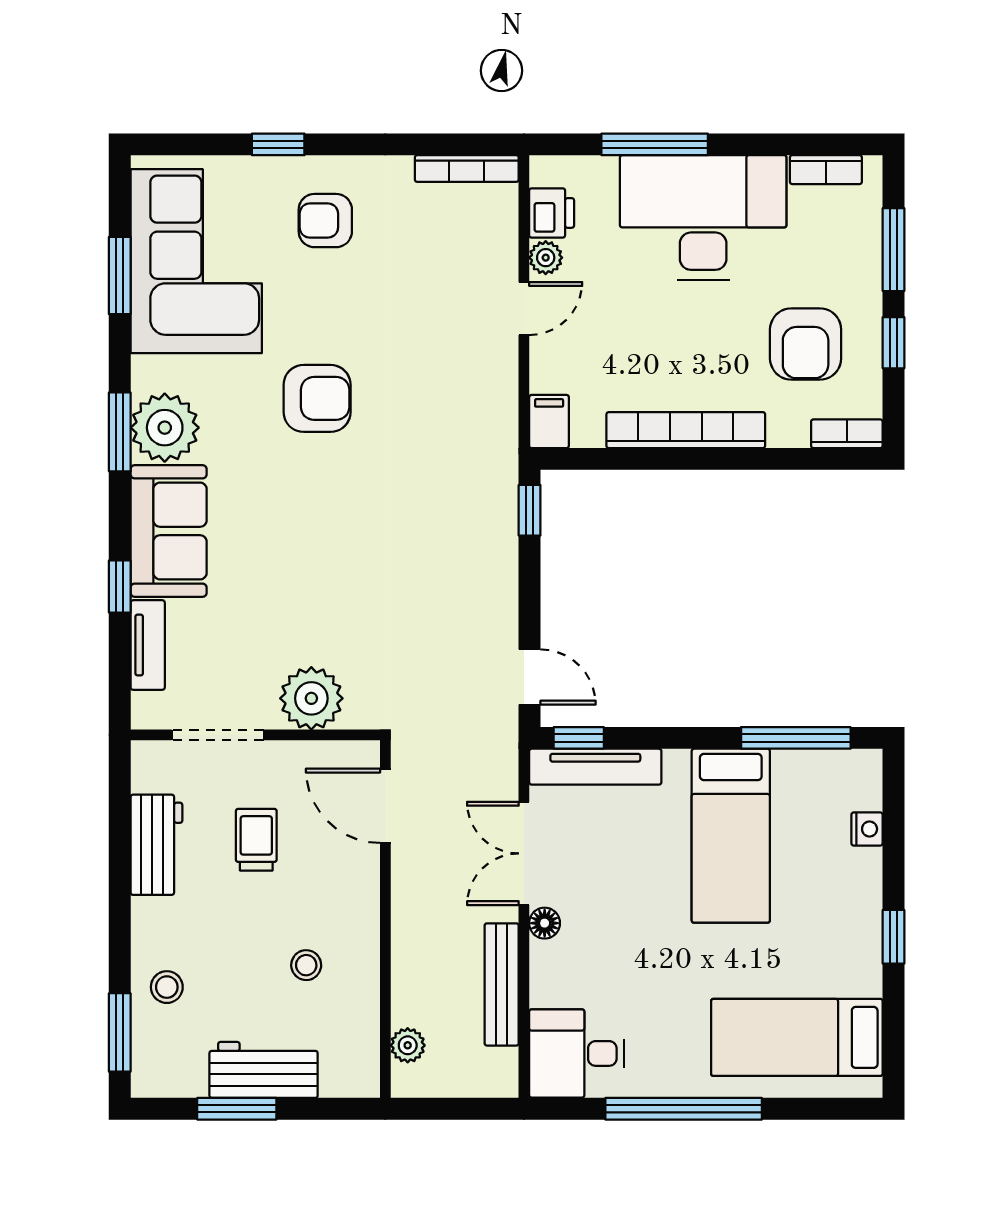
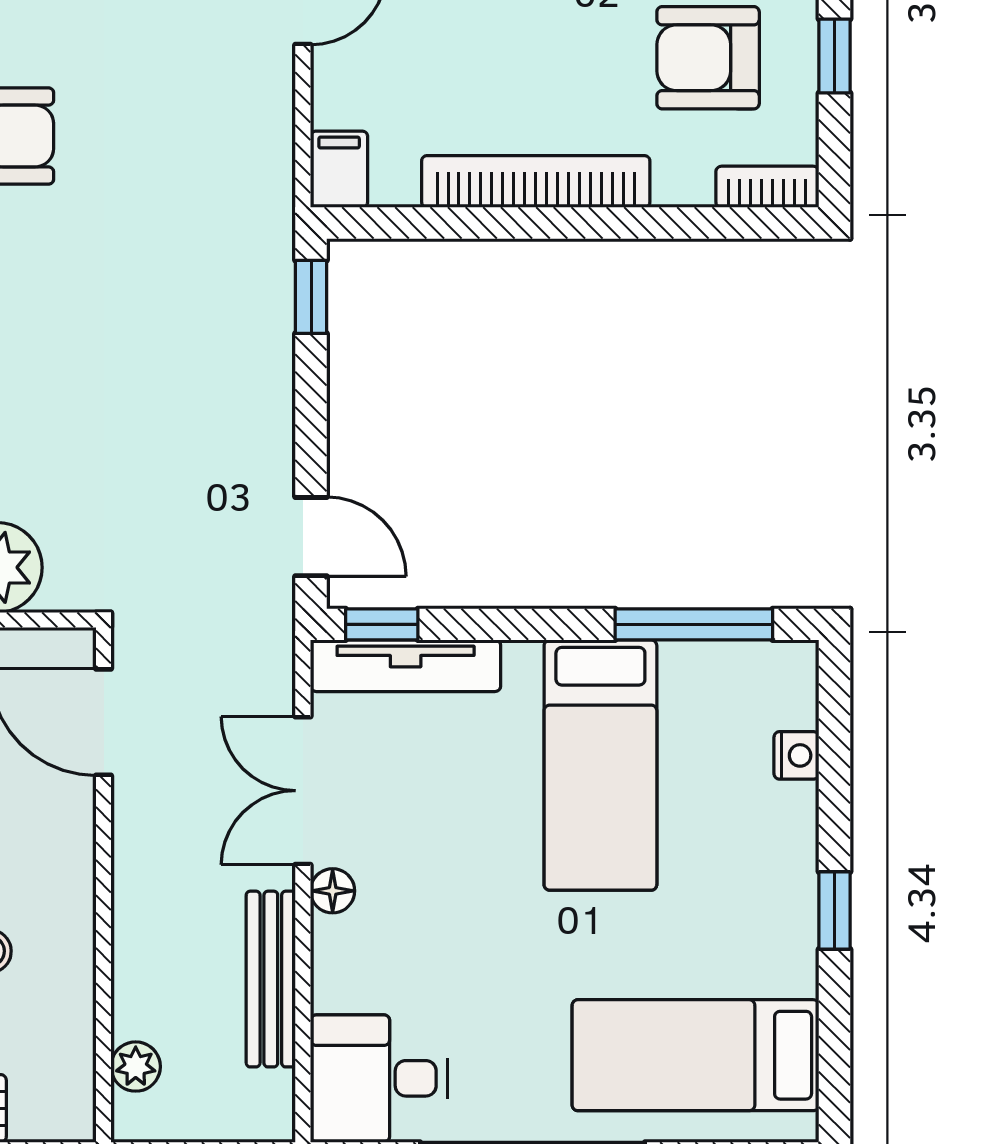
armchair: (806, 344) -> (708, 58), turned 90

